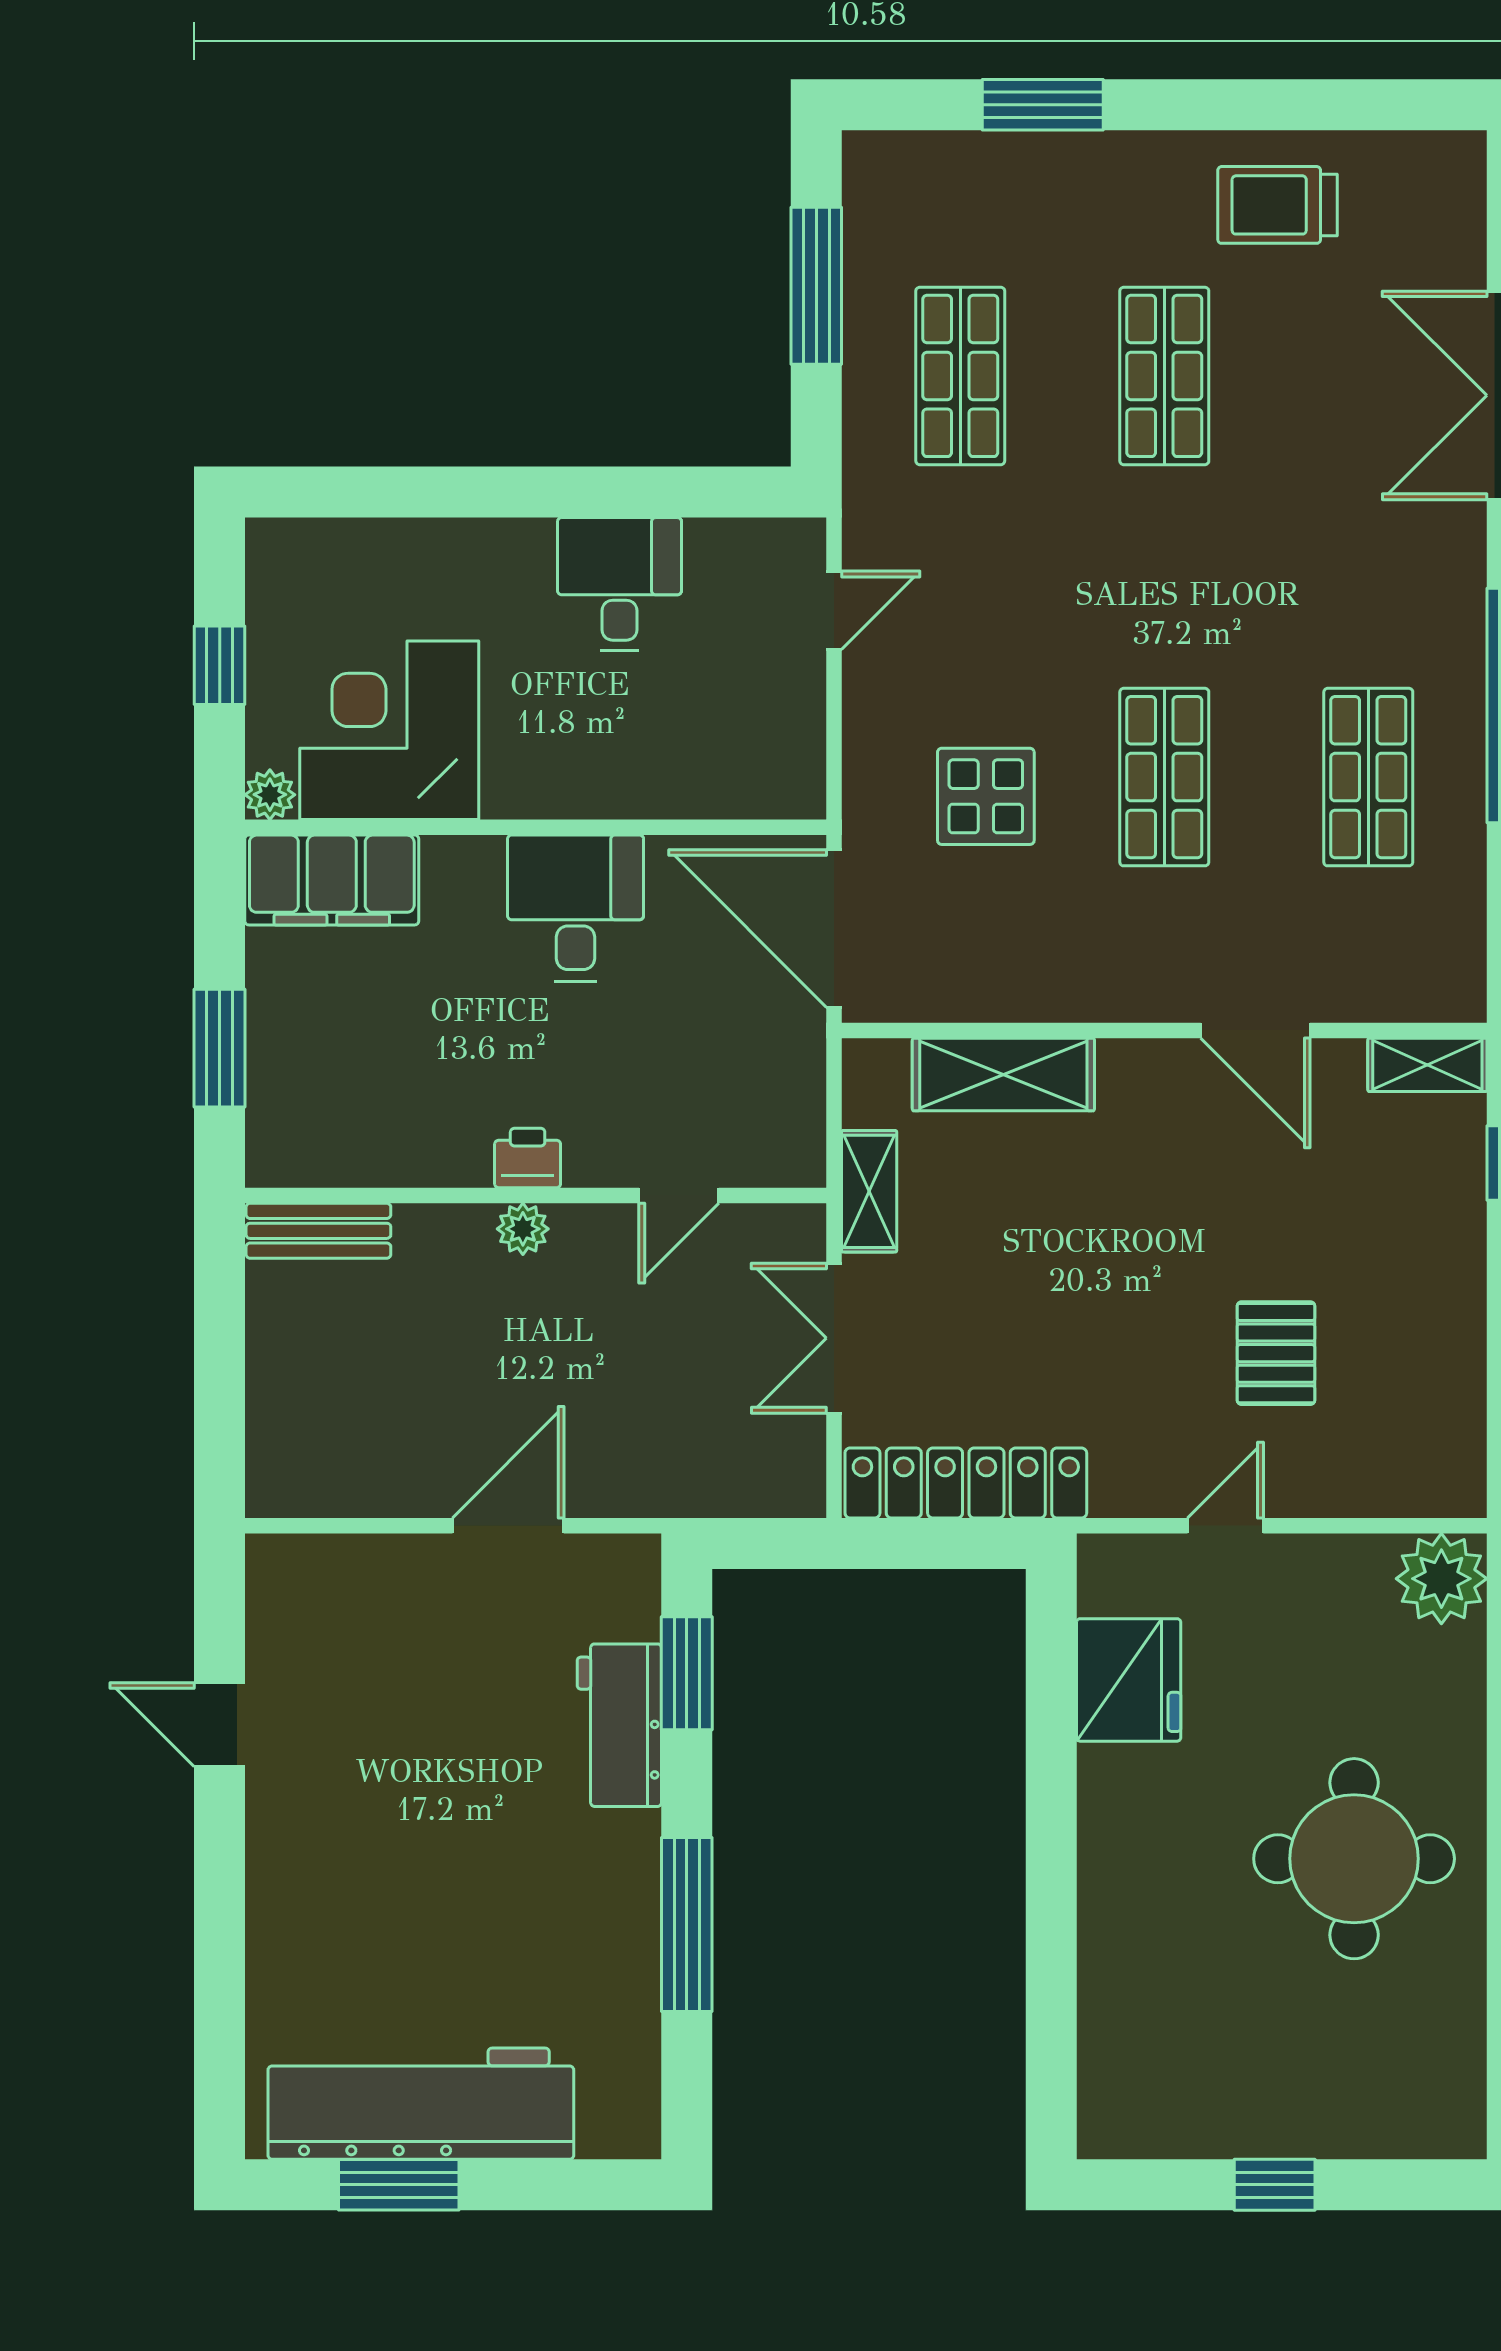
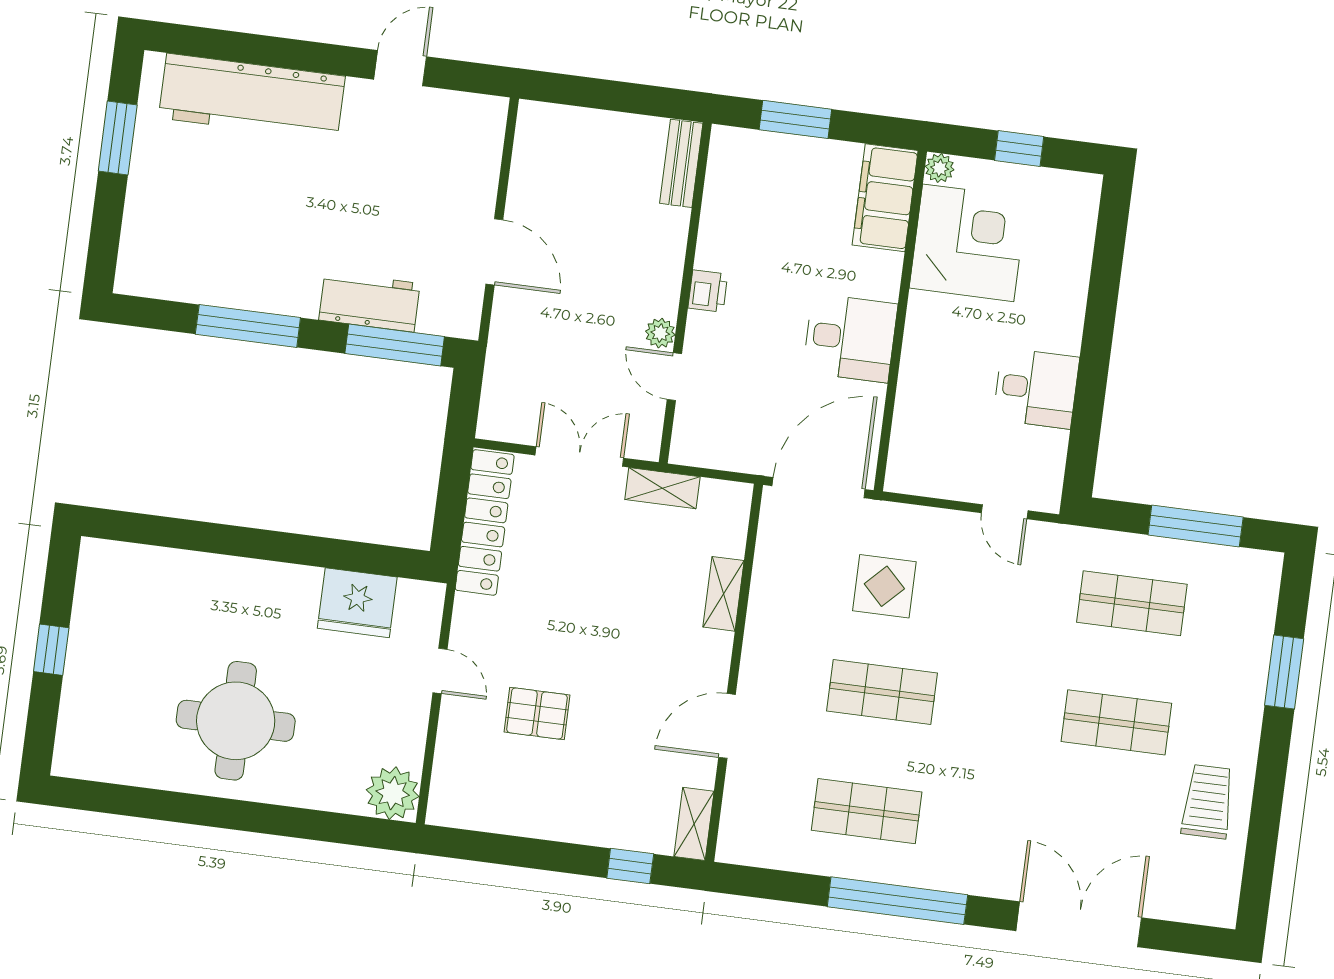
shelving: (1003, 1075) -> (723, 594), width x0.67, depth x0.75
plant: (523, 1229) -> (660, 333), moved
window: (687, 1673) -> (395, 345), width x1.44
workbench: (421, 2104) -> (252, 97), moved, turned 90

